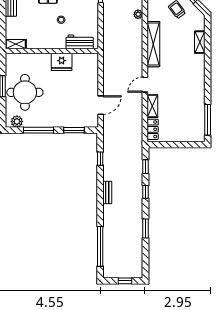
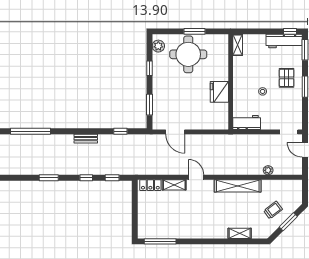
workbench: (80, 42) -> (247, 122), moved, turned -90
window: (39, 130) -> (149, 68), width x0.46

